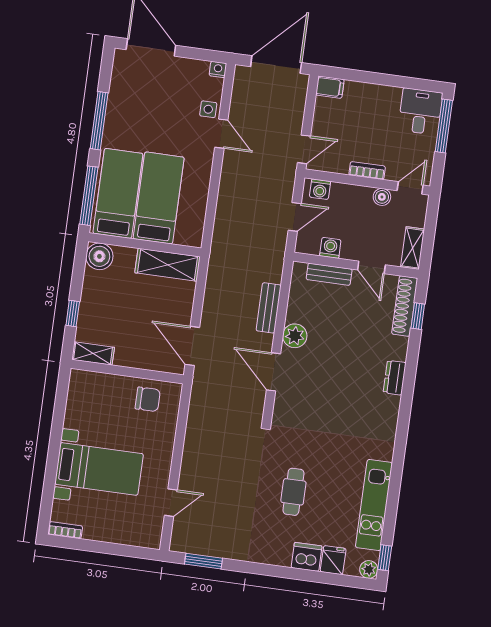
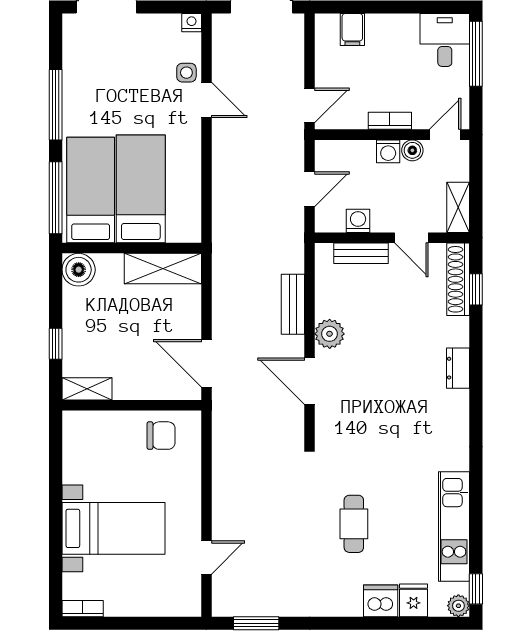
filing cabinet: (330, 87) -> (352, 29), moved, turned 90
washing machine: (320, 189) -> (388, 151), moved

